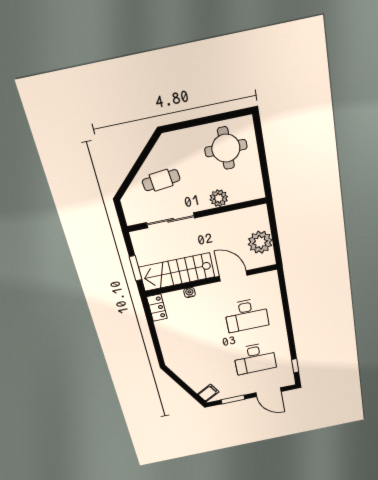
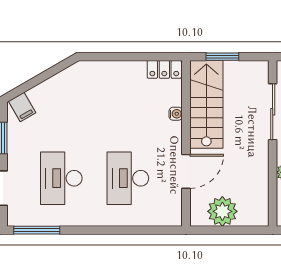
window: (295, 366) -> (37, 230), width x2.17

